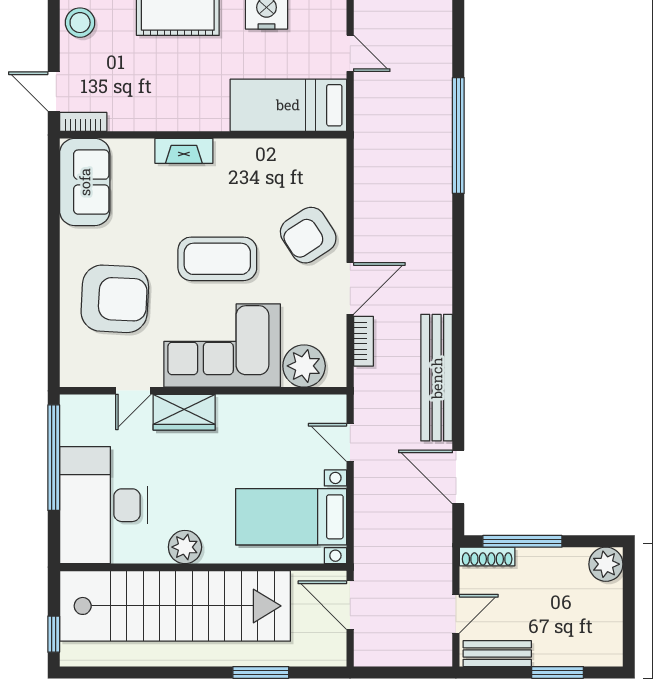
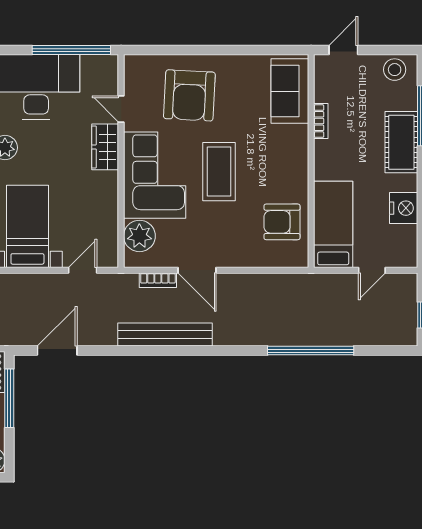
bookcase: (83, 122) -> (321, 121), moved
fireplace: (184, 151) -> (299, 147), removed
sofa: (85, 182) -> (290, 91), moved, turned 90
armchair: (308, 235) -> (282, 222), moved, turned -57
bench: (437, 378) -> (165, 334), moved

